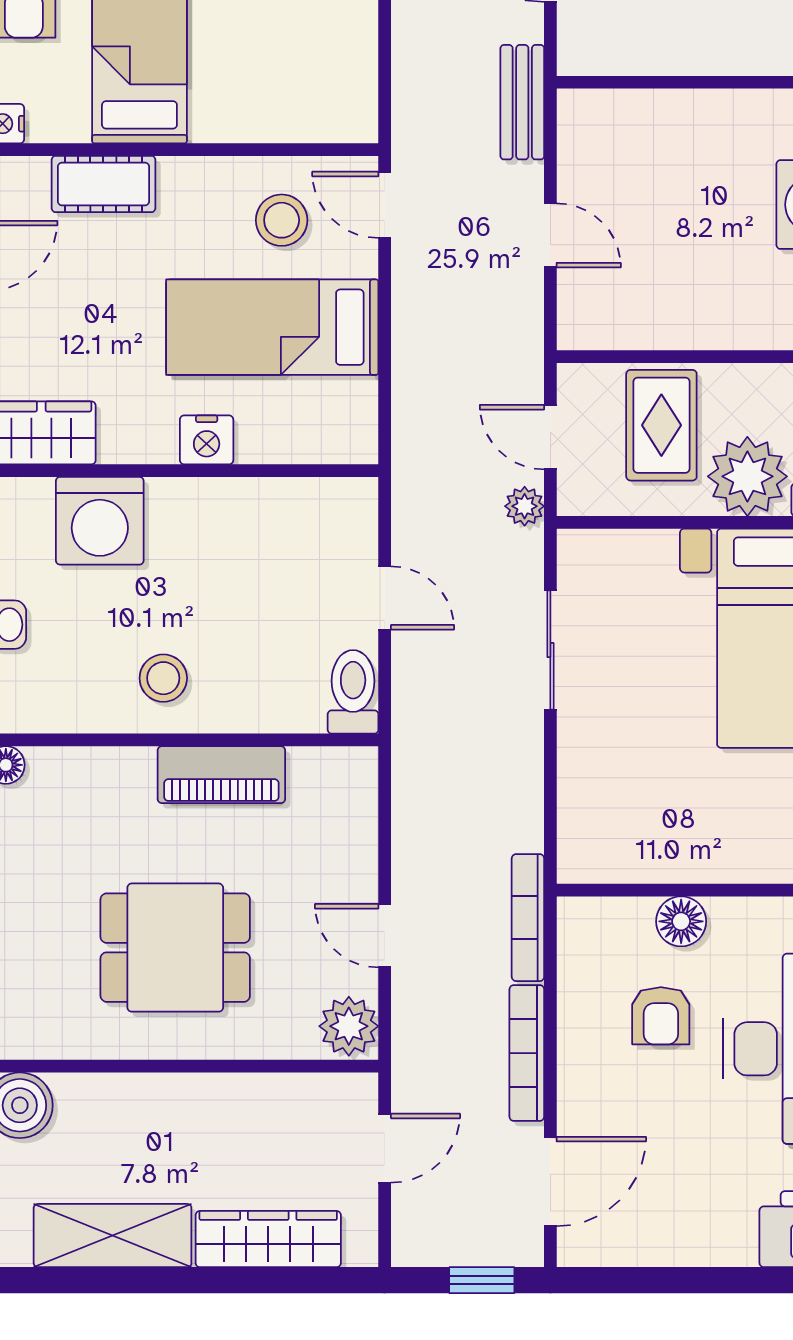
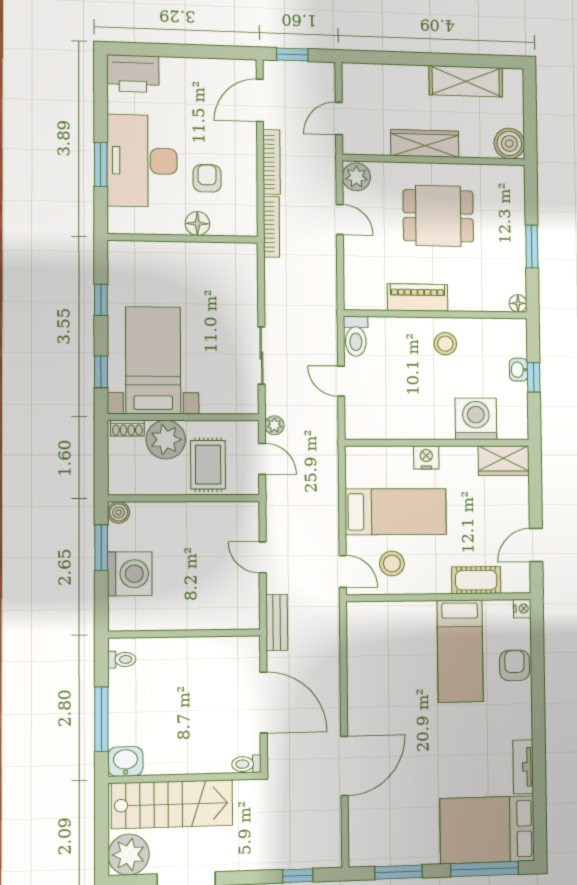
wardrobe: (268, 1239) -> (425, 143), moved, turned 180

